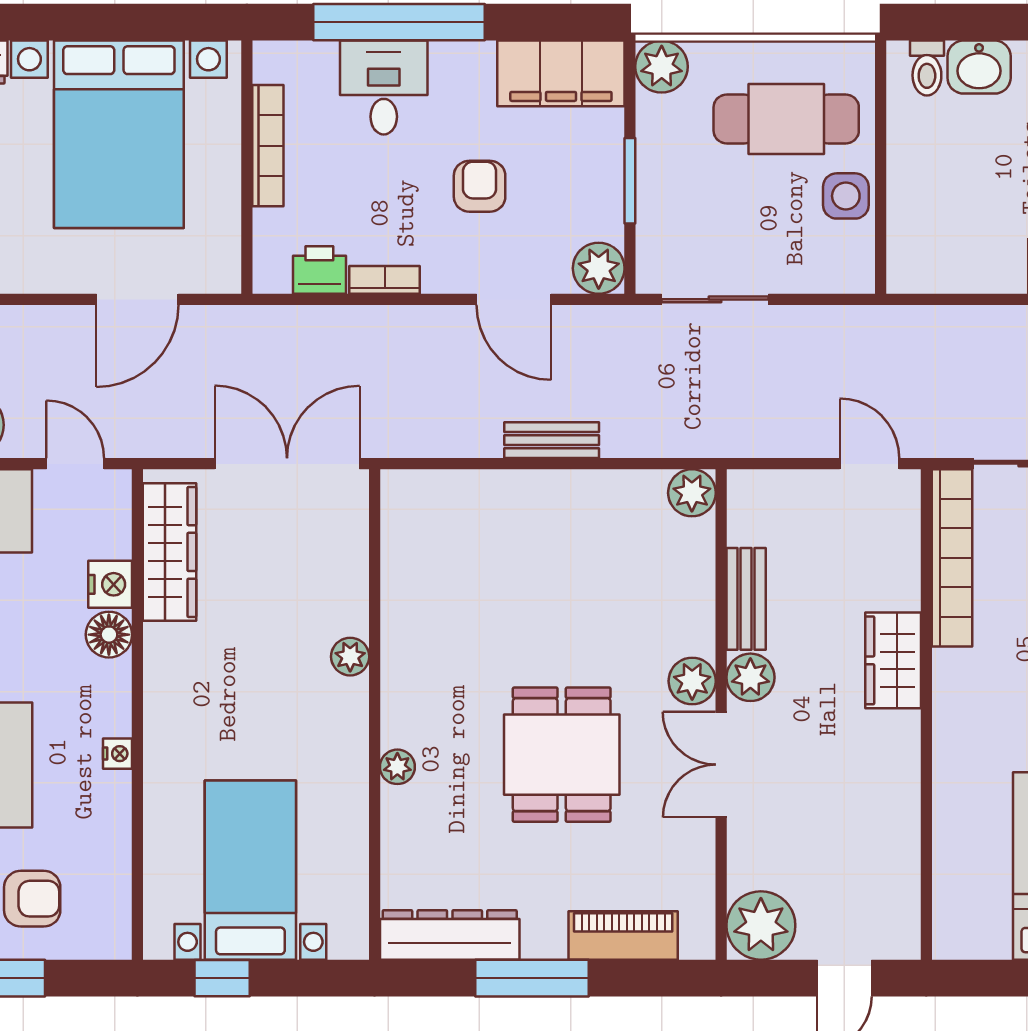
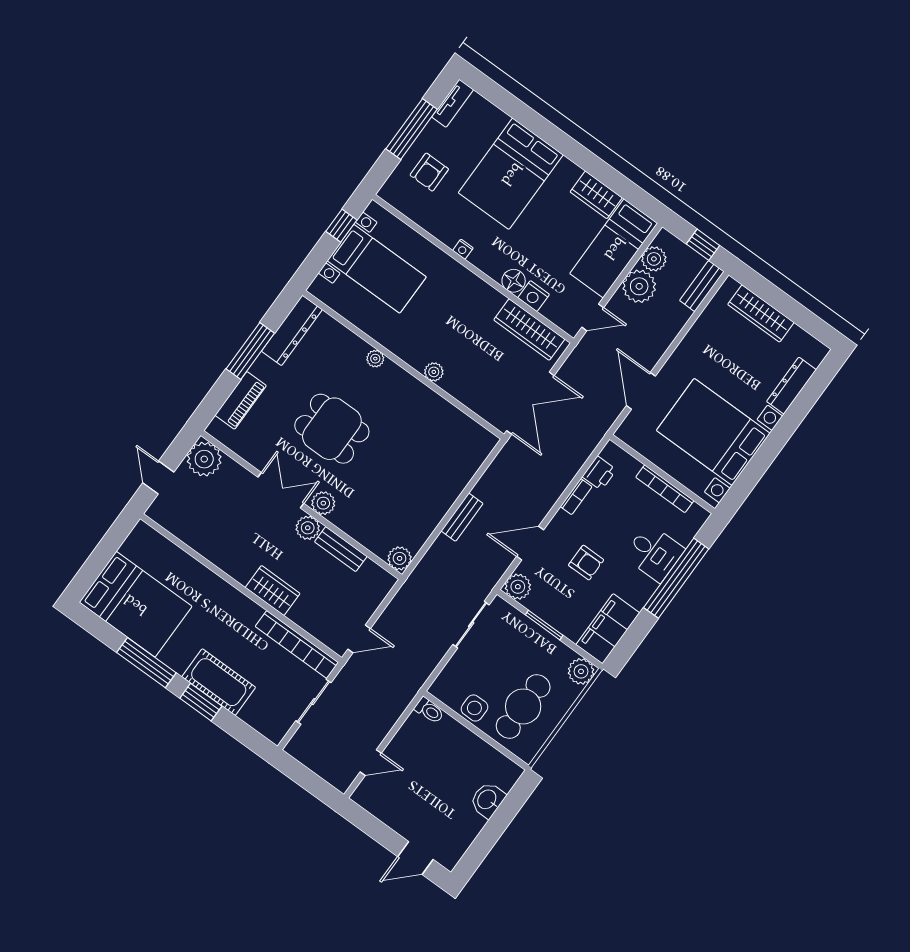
toilet: (927, 68) -> (429, 710), moved, turned 180

